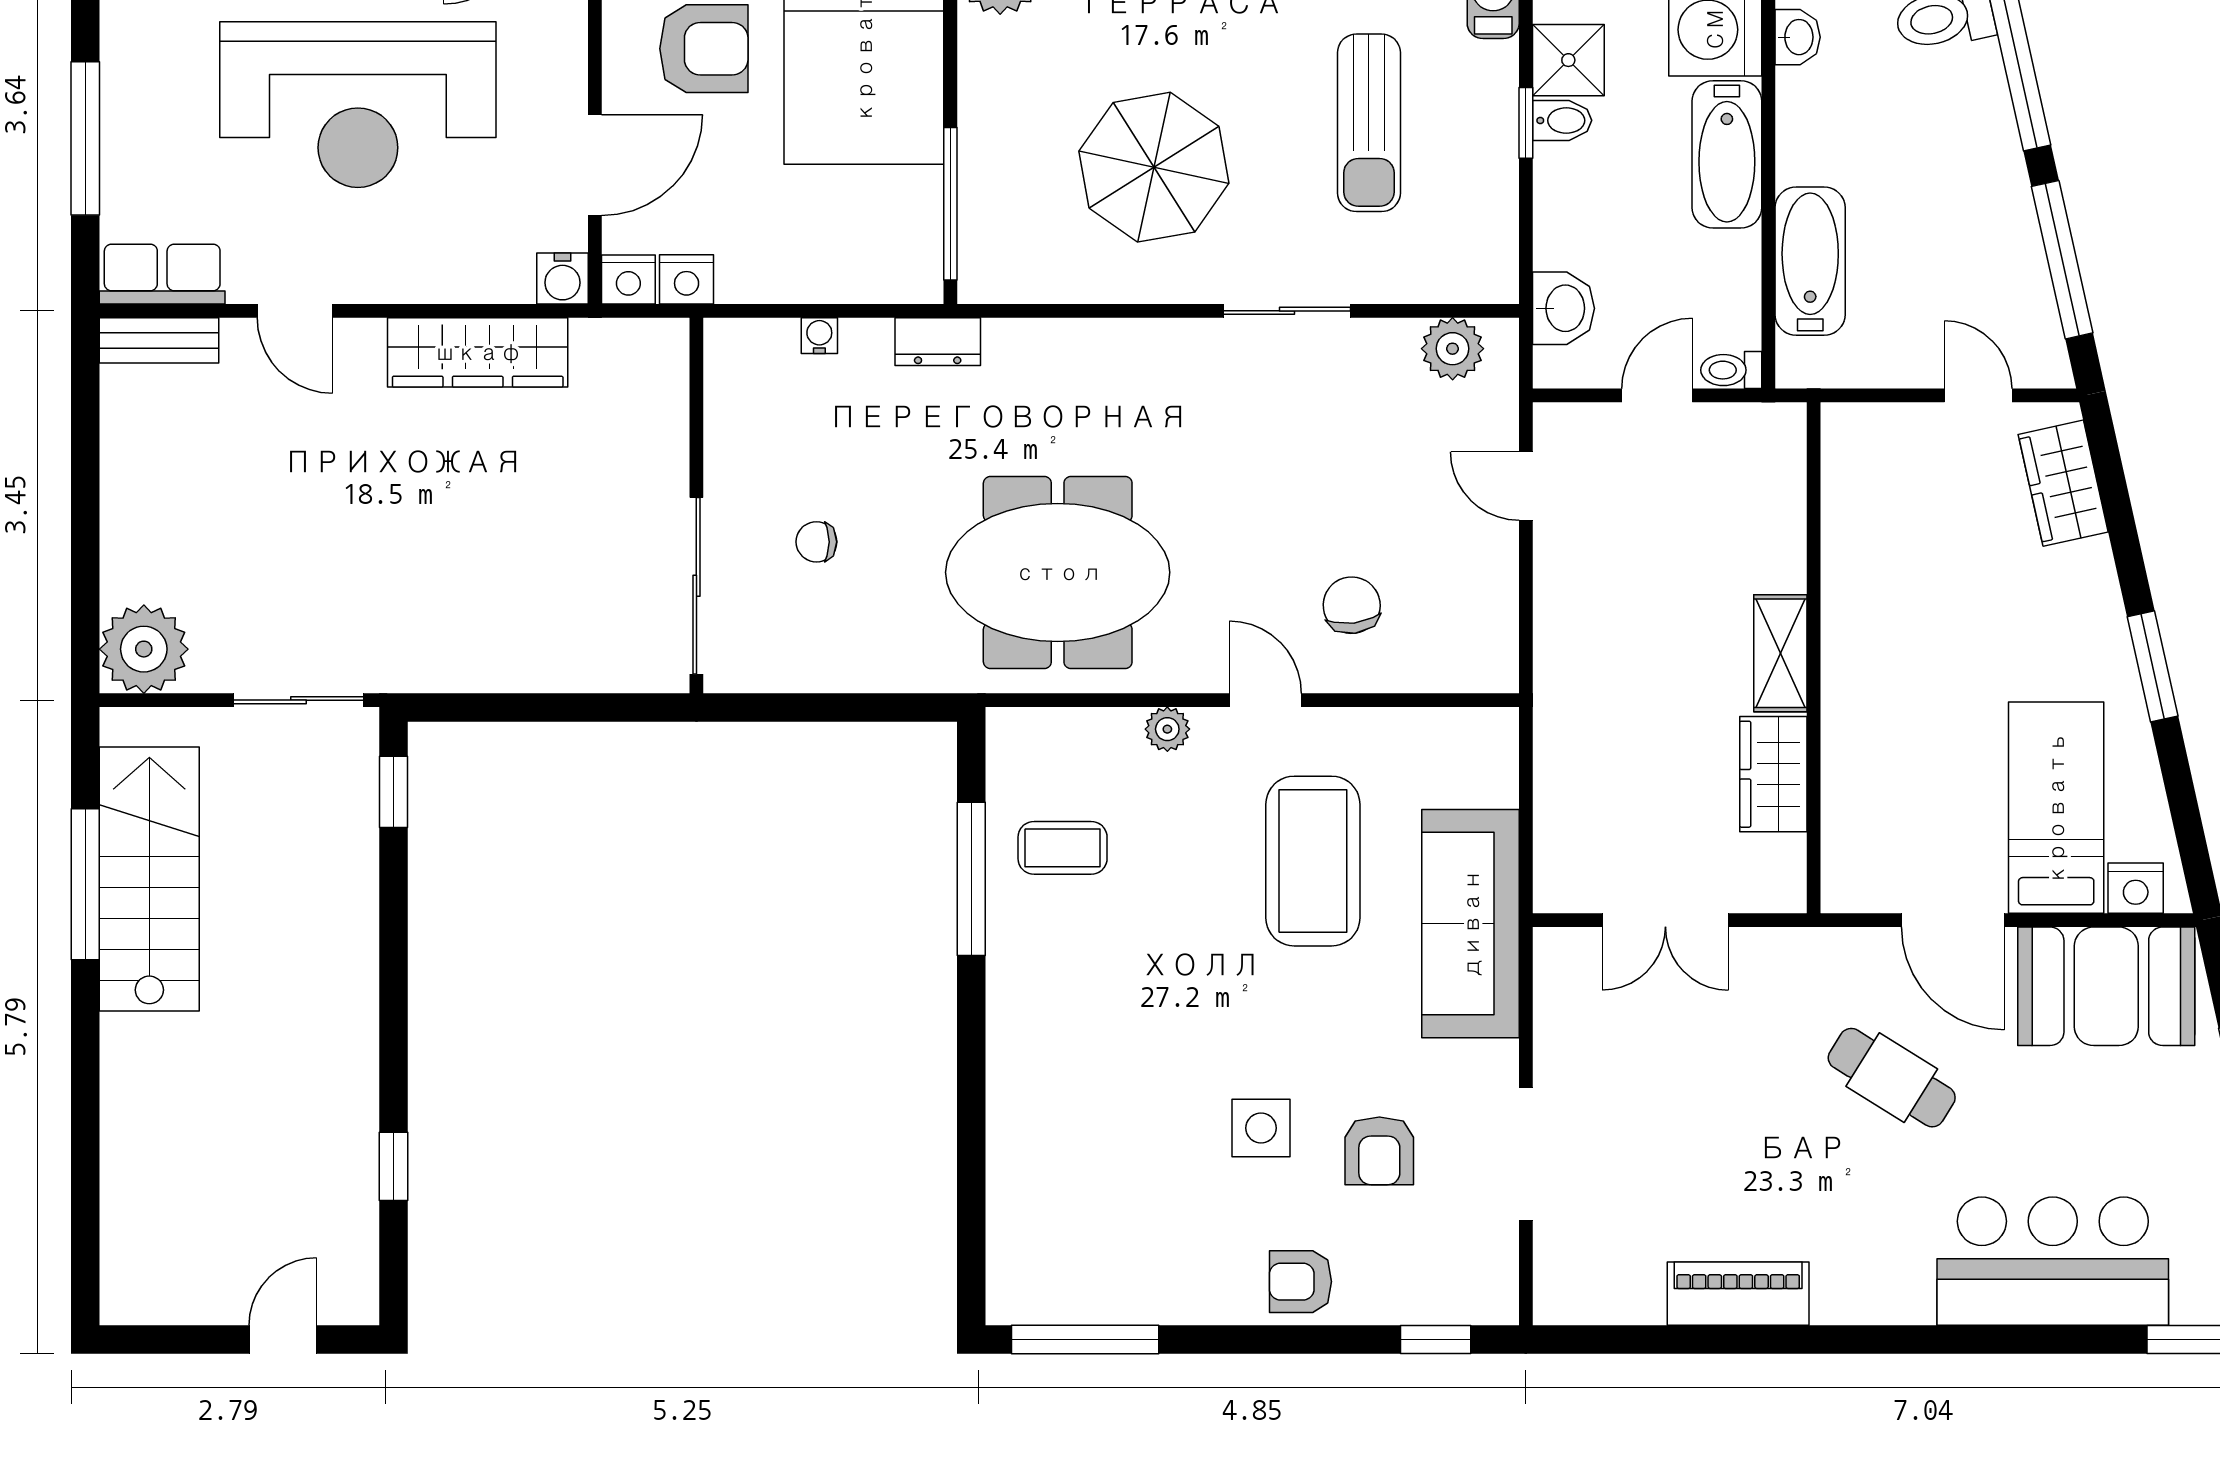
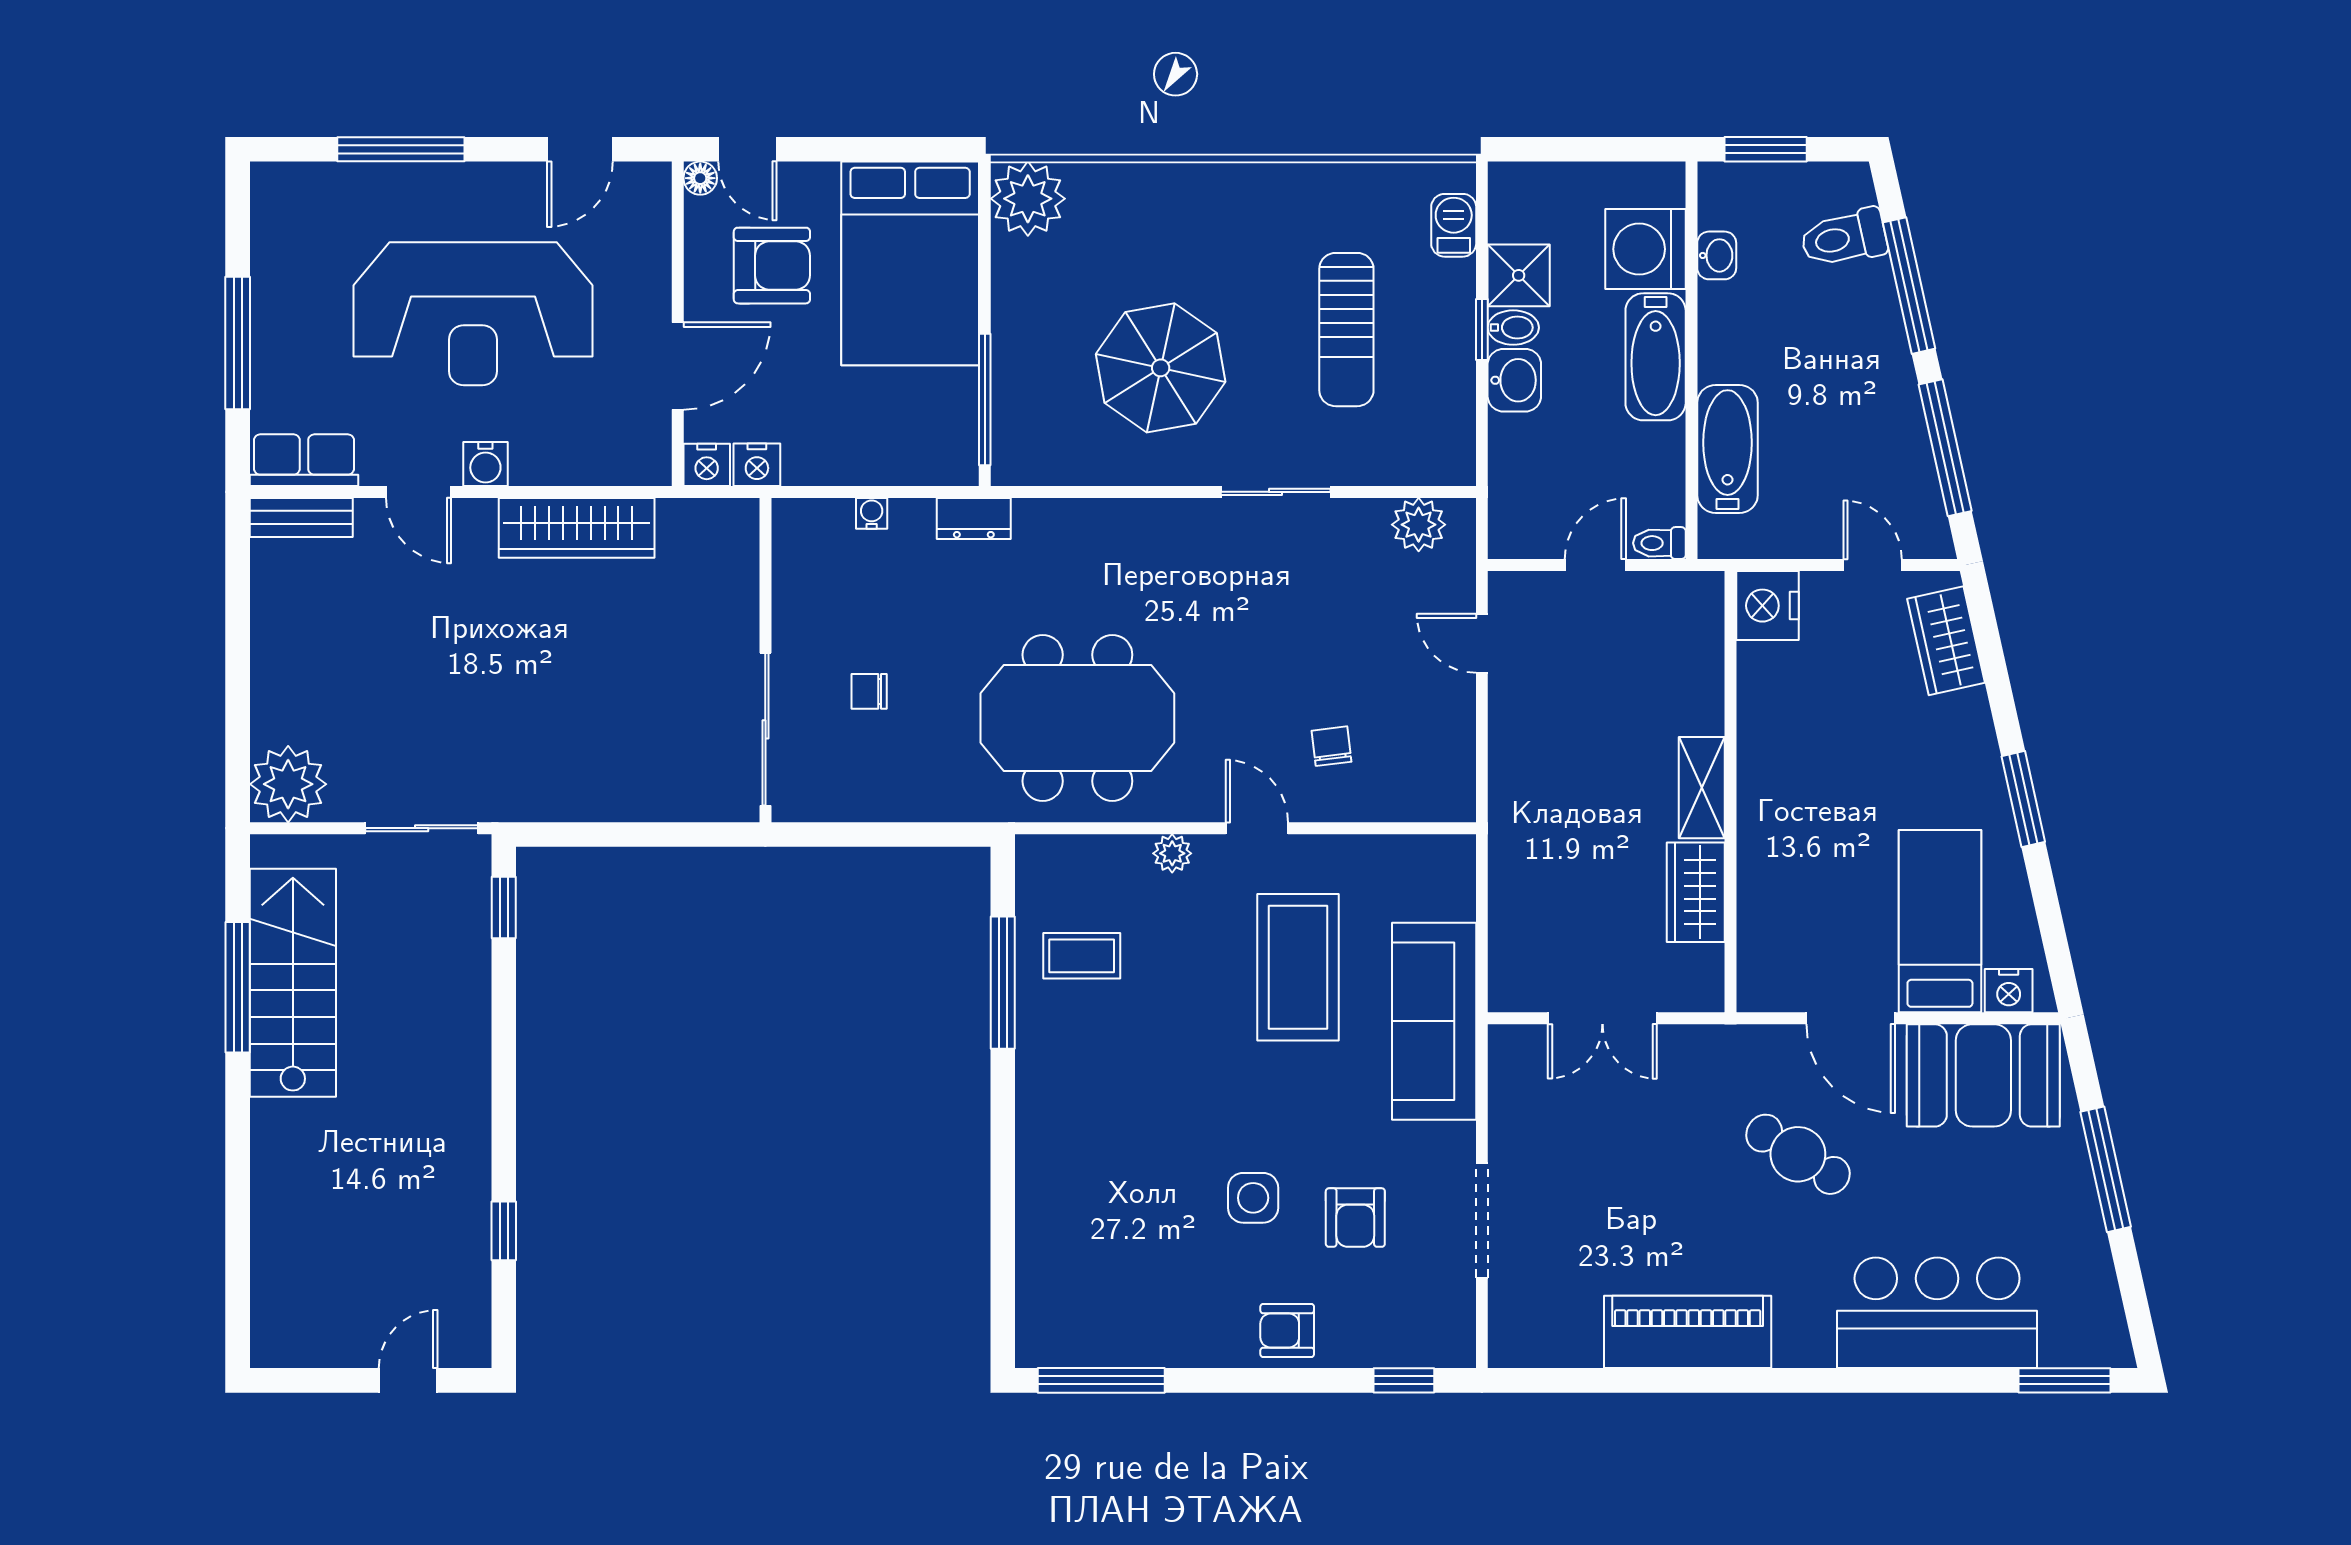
water cooler: (562, 278) -> (485, 464), moved
washbasin: (1563, 308) -> (1514, 380), moved
nightstand: (1856, 442) -> (1767, 606), added
chair: (1352, 605) -> (1331, 746), width x0.73, depth x0.73
piano: (1738, 1294) -> (1688, 1332), width x1.37, depth x1.33

